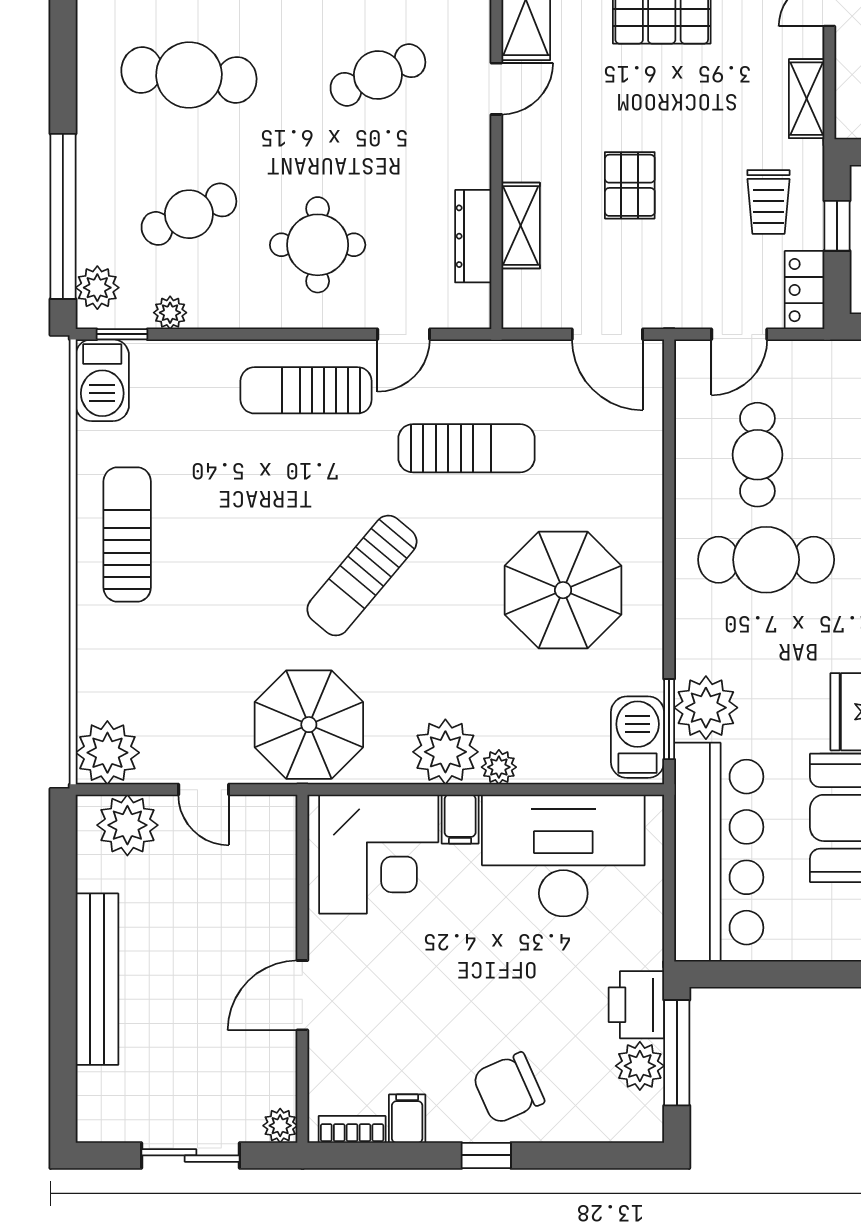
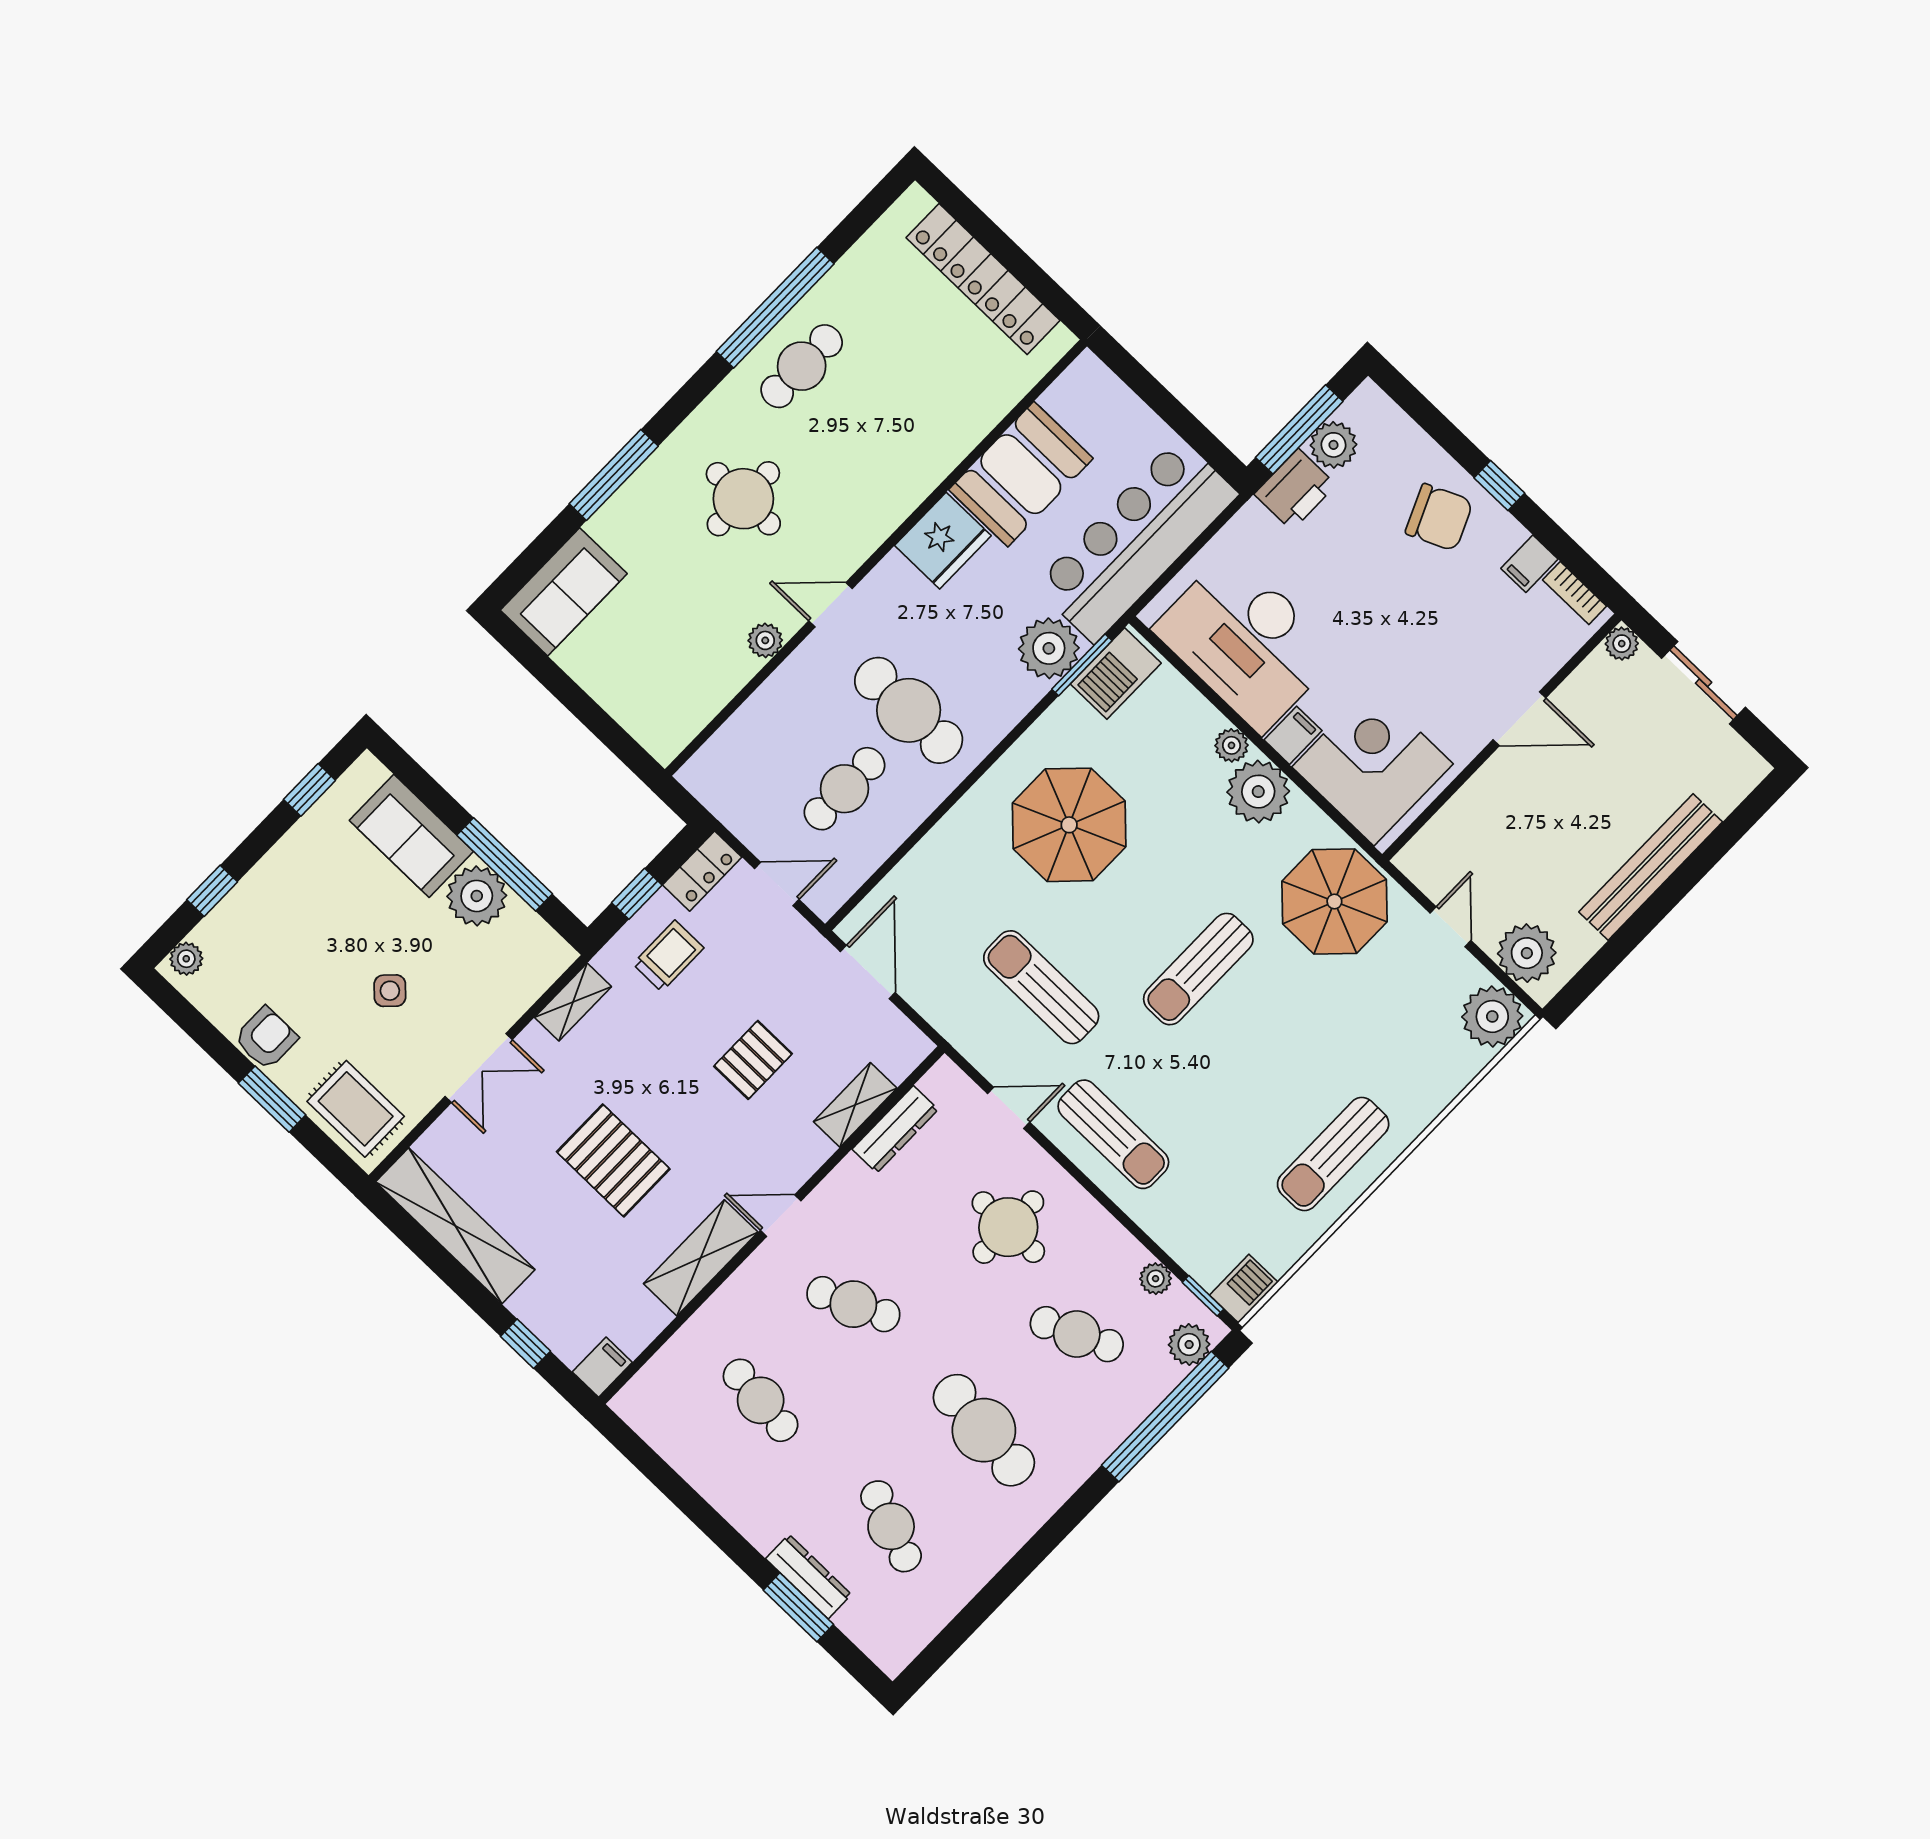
barbecue: (102, 380) -> (1244, 1289), width x0.73, depth x0.79
sun lounger: (362, 576) -> (1198, 969), turned 140

